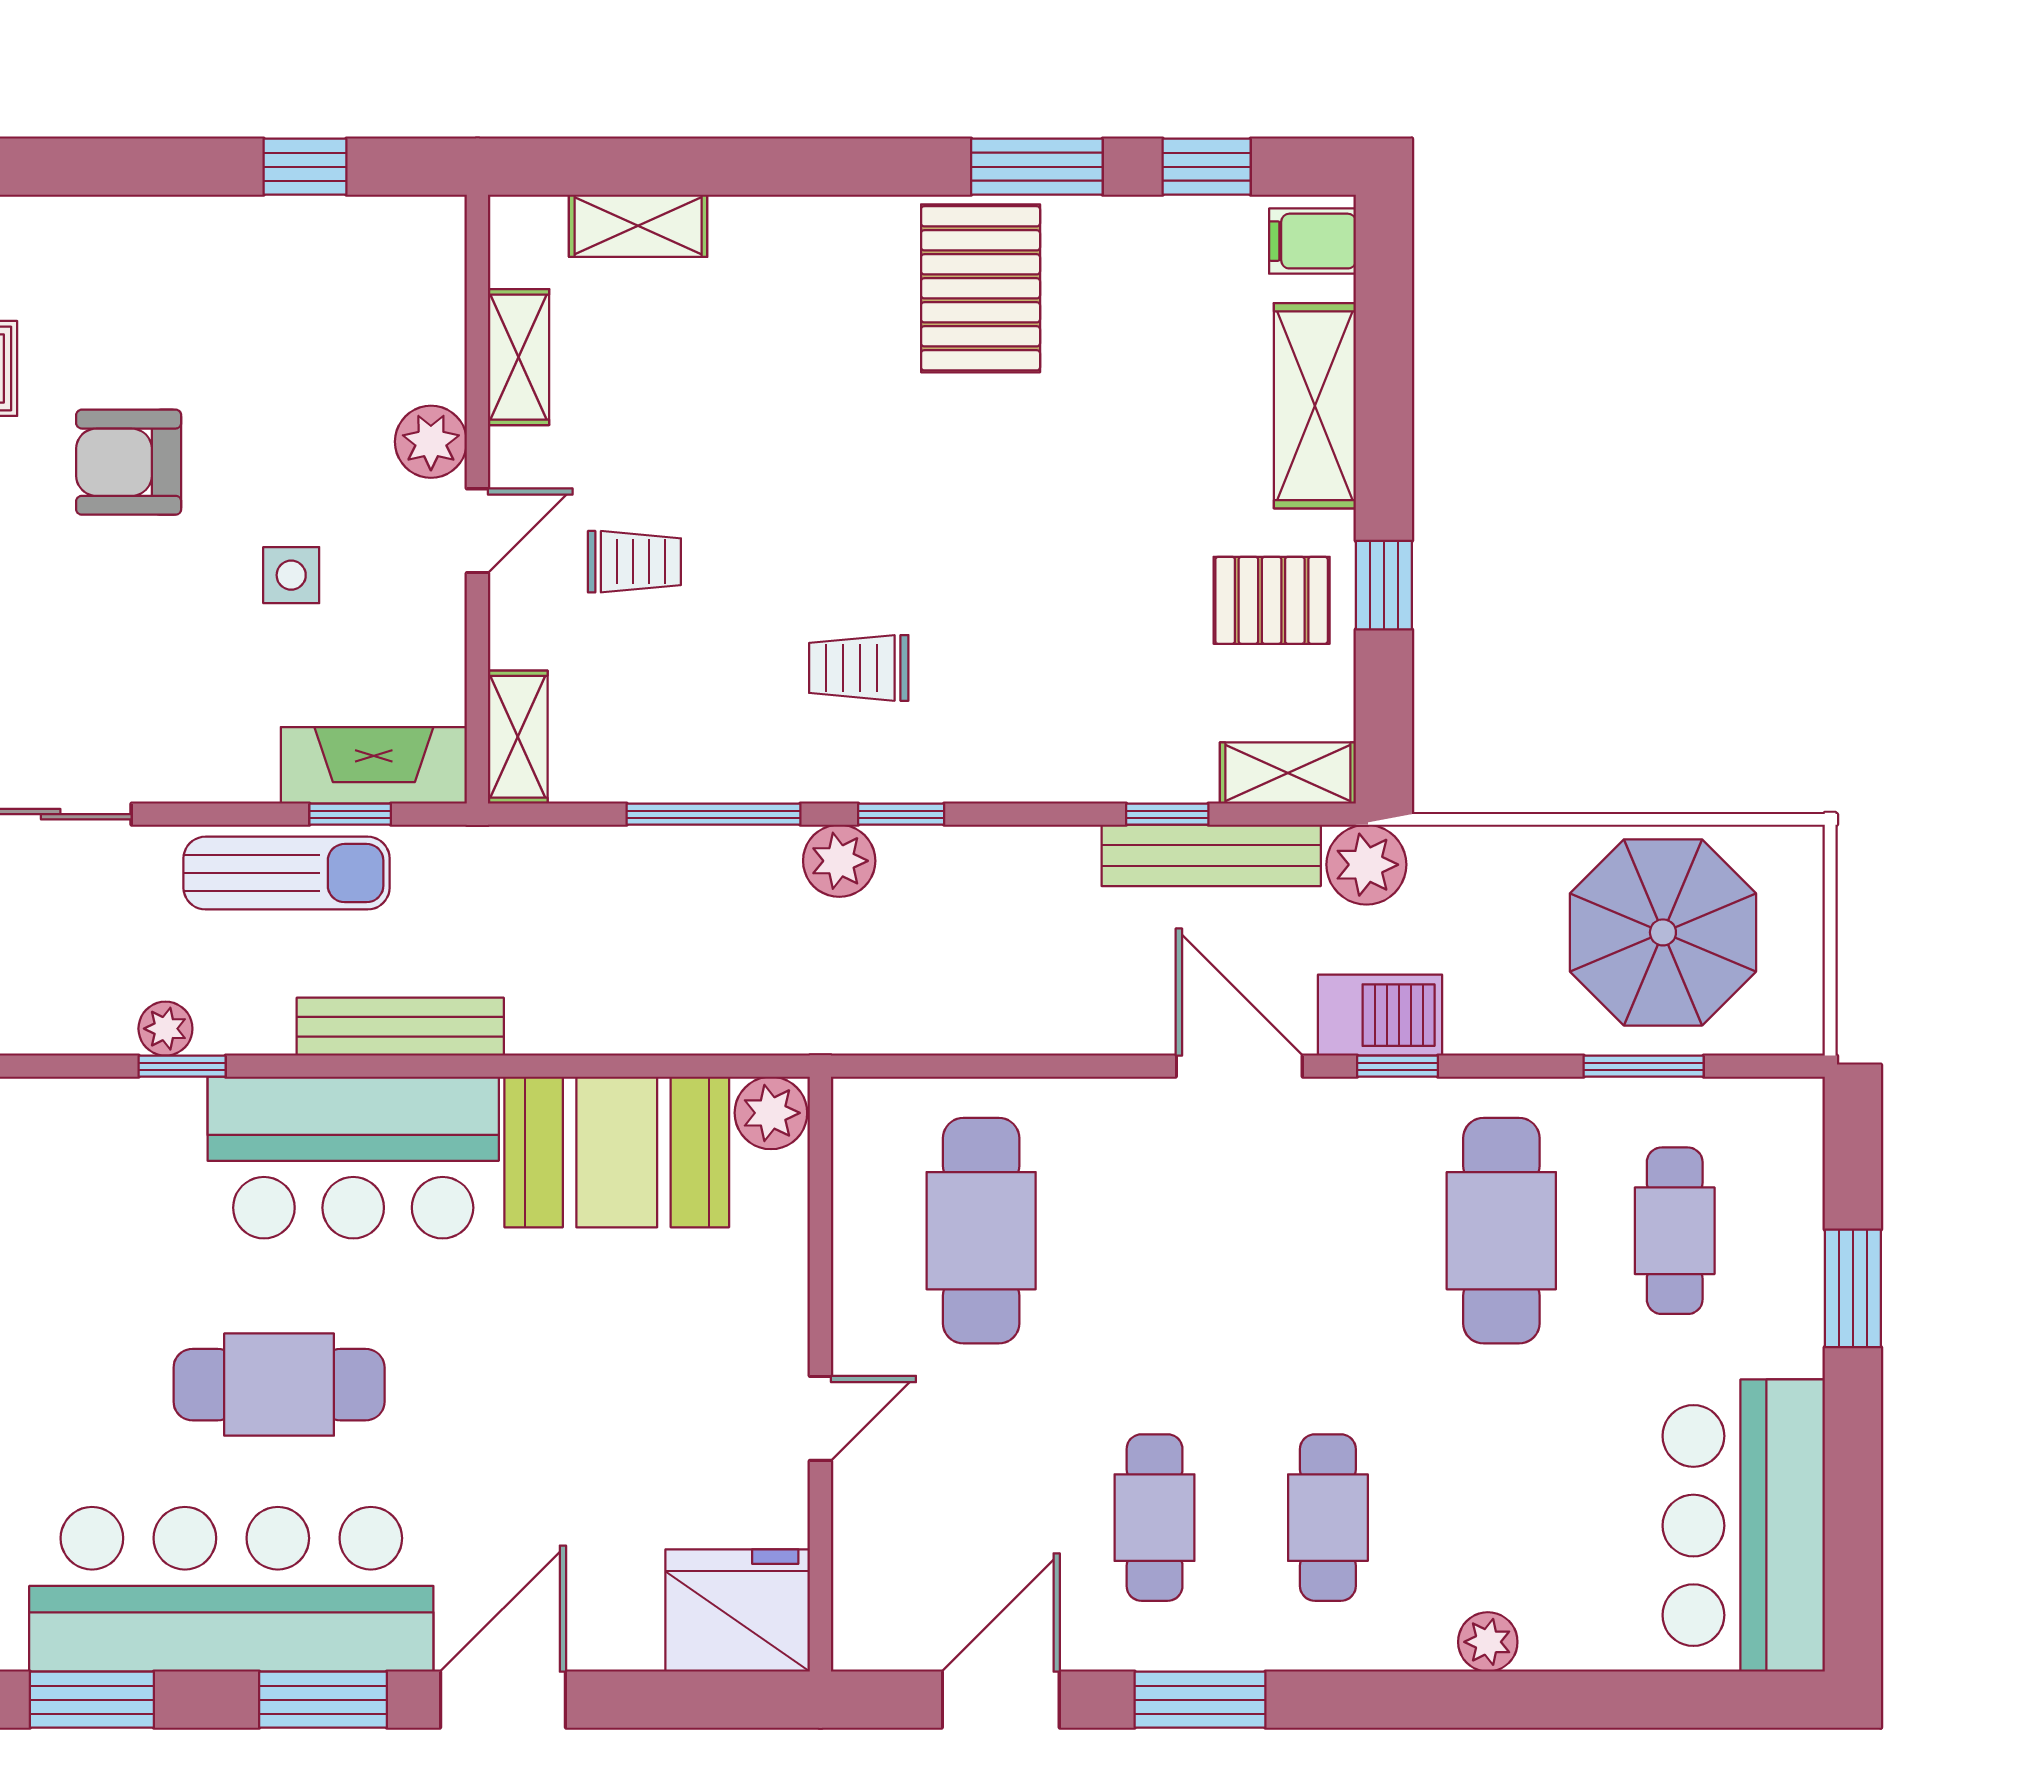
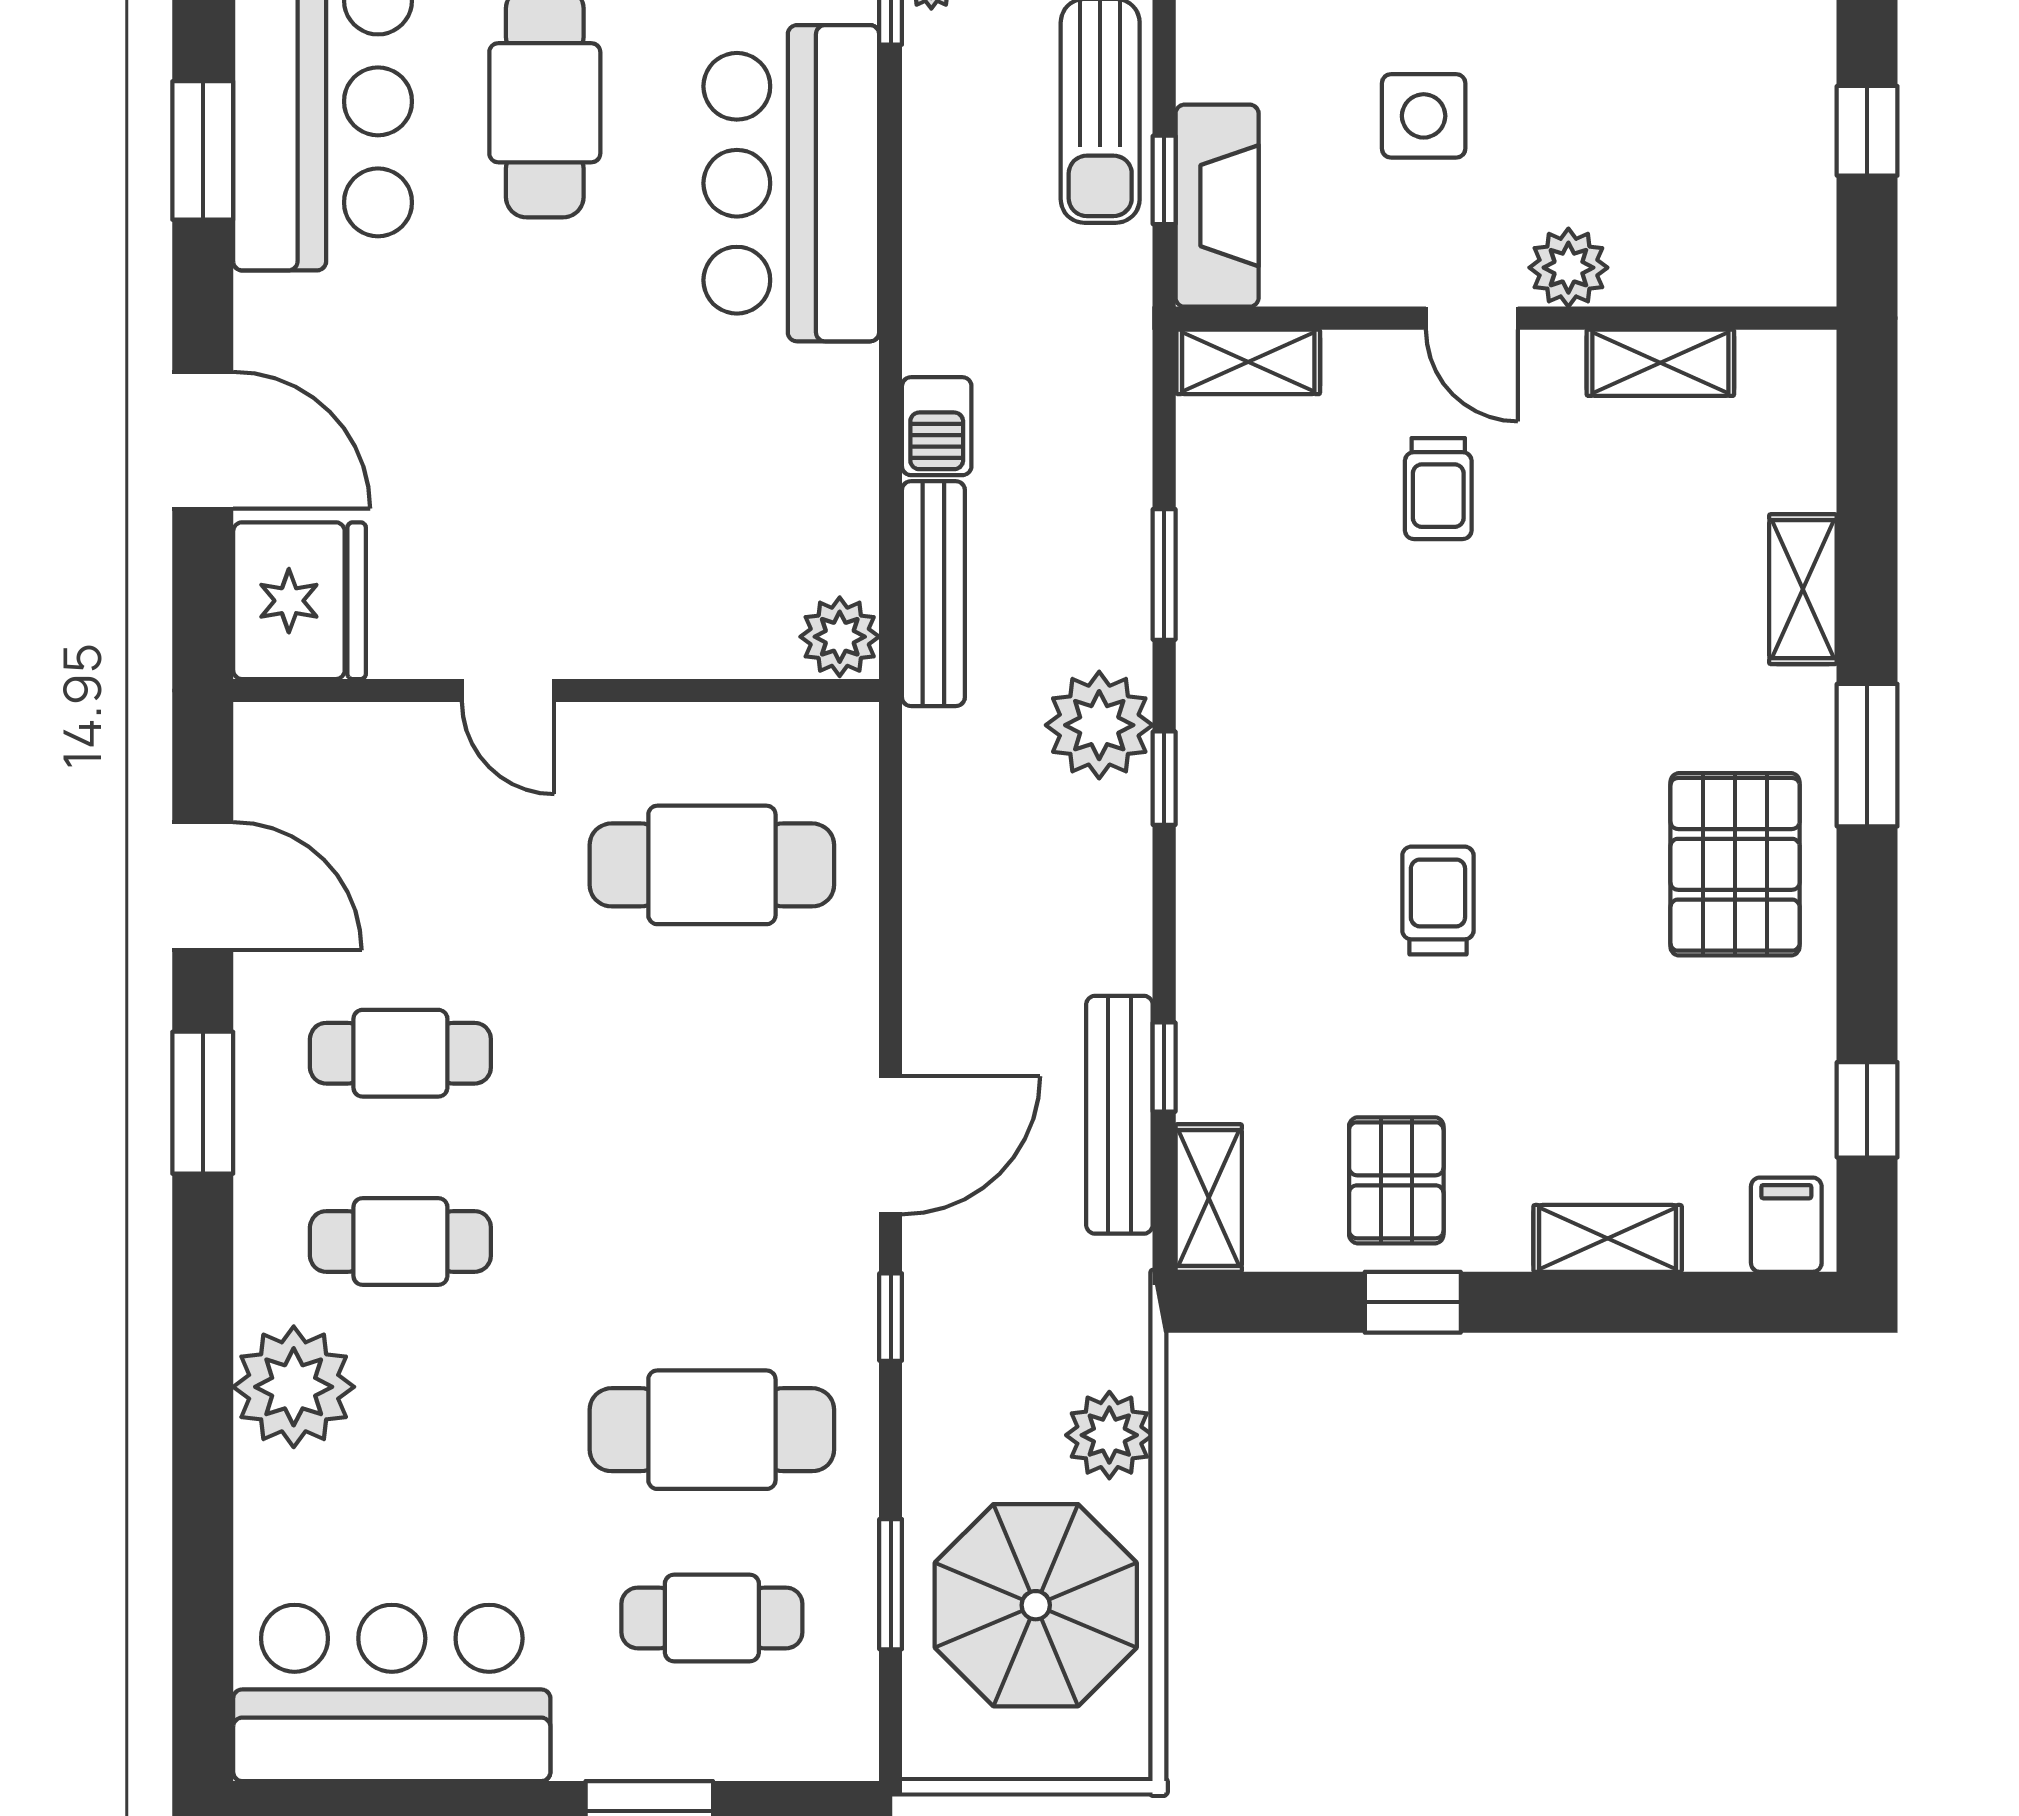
window: (1037, 167) -> (1867, 755), moved
shelving: (638, 226) -> (1803, 589), moved
pallet: (981, 288) -> (1735, 864), turned 90
shelving: (1315, 406) -> (1608, 1238), width x0.67, depth x0.75
side table: (291, 575) -> (1424, 116), width x1.37, depth x1.37
trolley: (859, 668) -> (1438, 901), moved
window: (714, 814) -> (1164, 574), width x0.69
plant: (839, 861) -> (1099, 725), width x1.36, depth x1.36
plant: (1366, 865) -> (1109, 1435), moved
barbecue: (1380, 1015) -> (937, 426), moved, width x0.73, depth x0.79
bench: (400, 1027) -> (933, 594), moved
booth: (617, 1152) -> (797, 469), removed
plant: (1488, 1642) -> (294, 1387), width x1.88, depth x1.88
door: (503, 1700) -> (203, 440), moved

